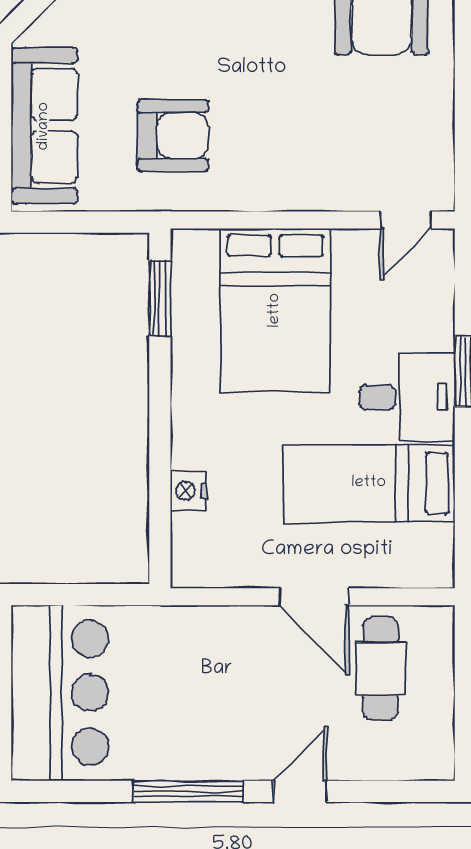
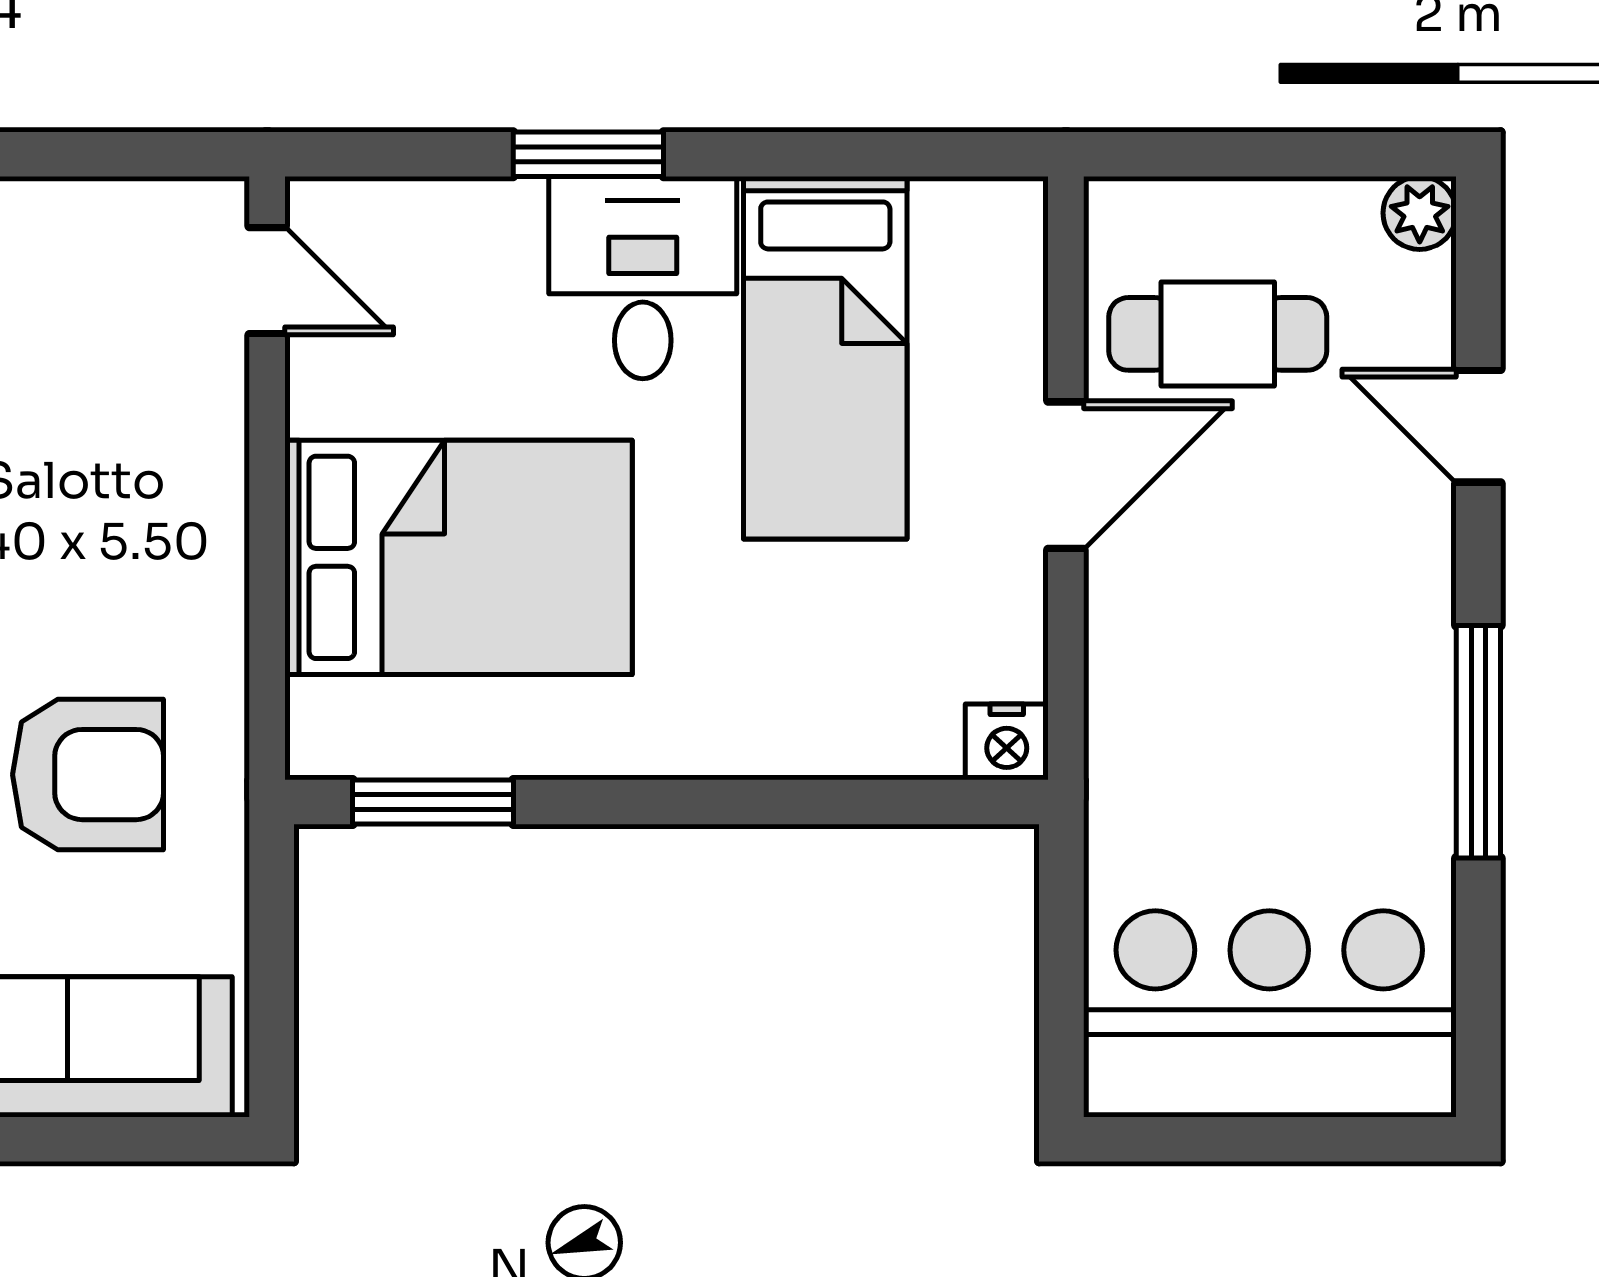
armchair: (173, 136) -> (88, 775), turned 90
nightstand: (188, 491) -> (1007, 742), moved
plant: (438, 764) -> (1420, 213), added
door: (300, 791) -> (1478, 426), moved

